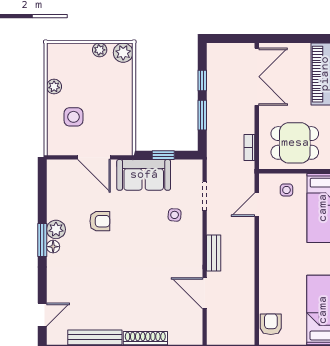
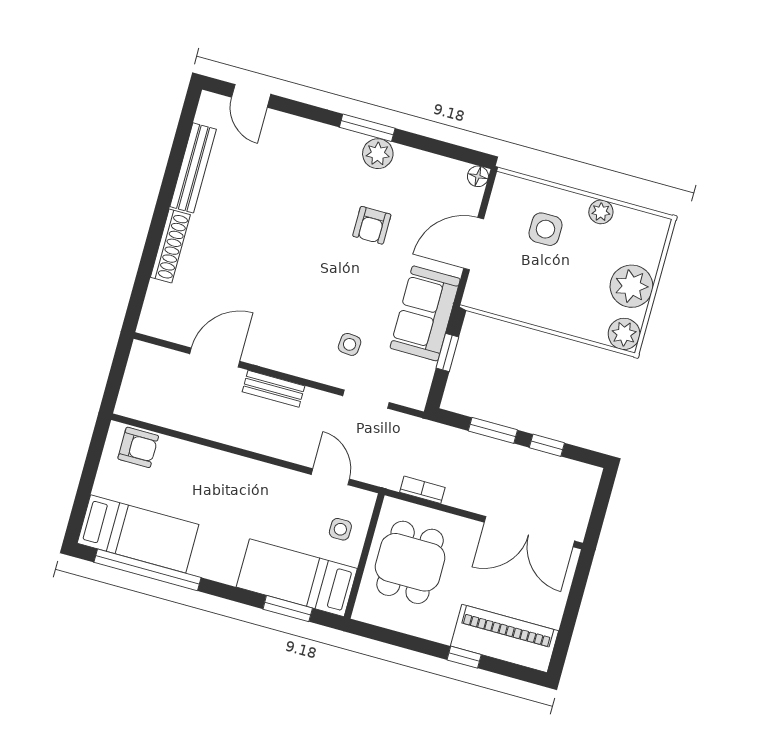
plant: (100, 50) -> (631, 286), width x1.87, depth x1.87
floor lamp: (53, 247) -> (478, 176), moved

